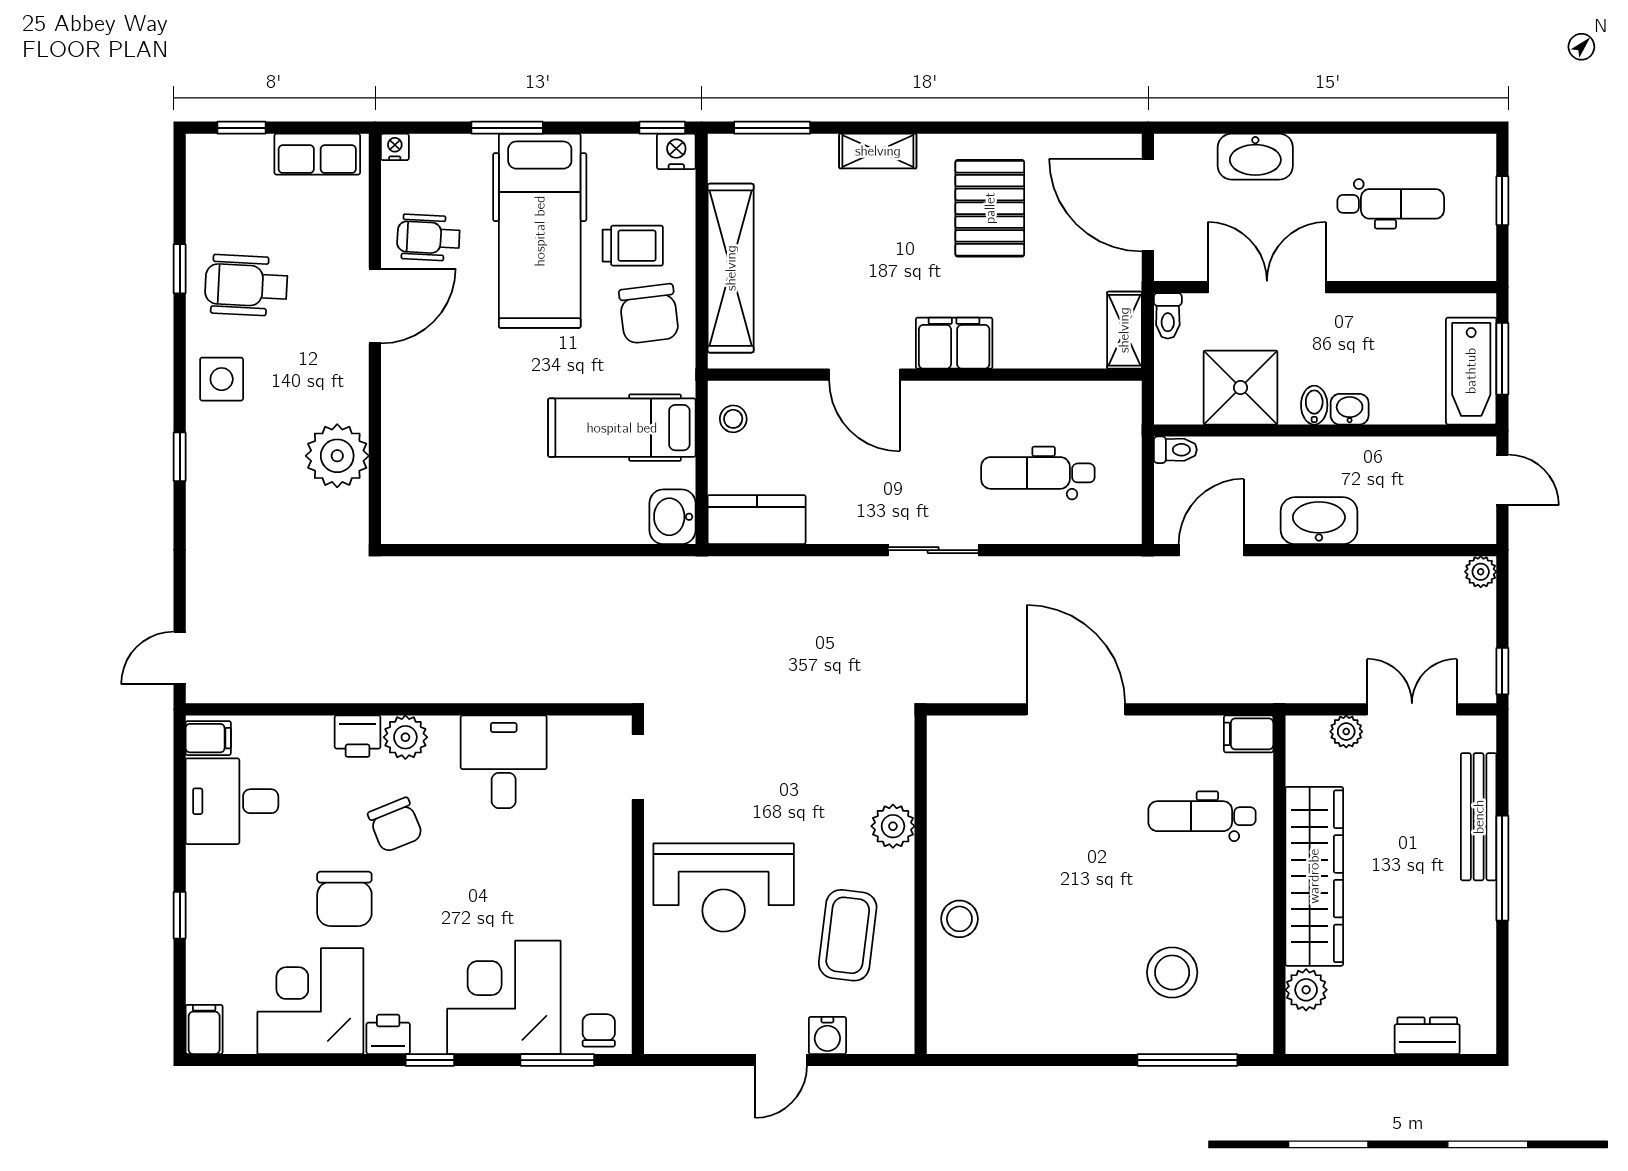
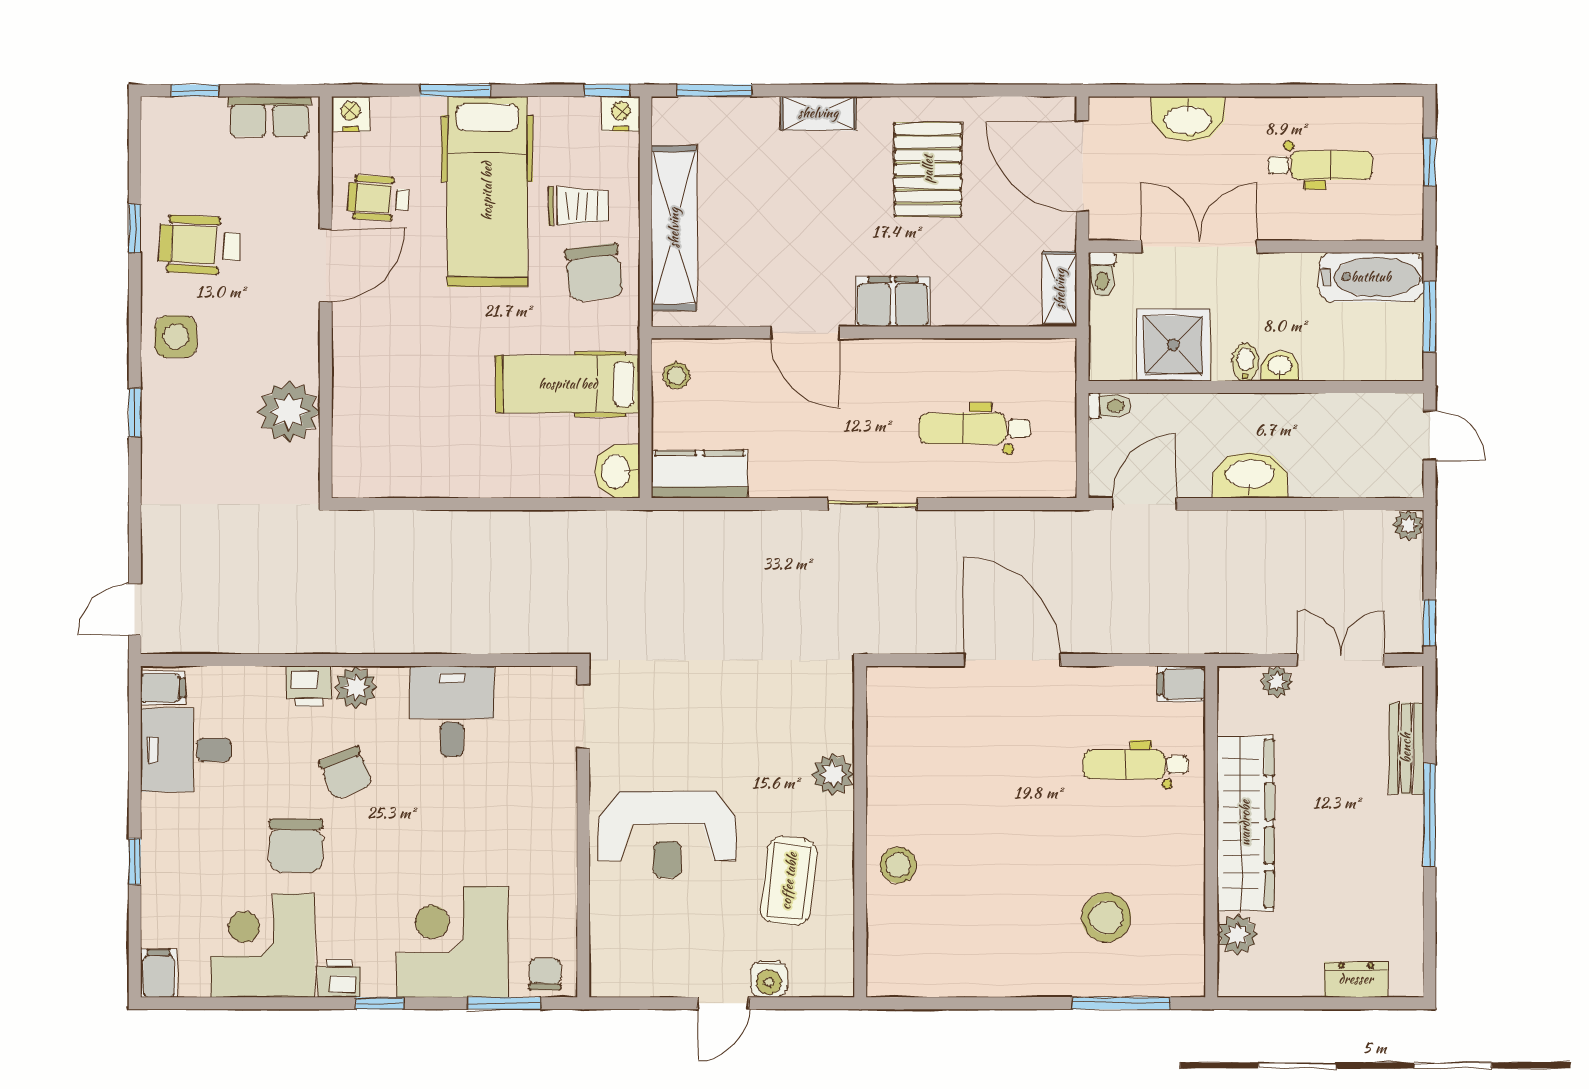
nightstand: (395, 147) -> (351, 114), width x1.39, depth x1.35
bathtub: (1471, 371) -> (1371, 277), moved, turned -90
bench: (1479, 817) -> (1406, 748), width x0.73

